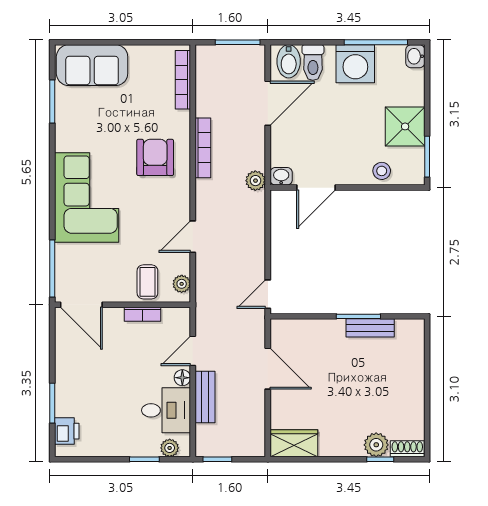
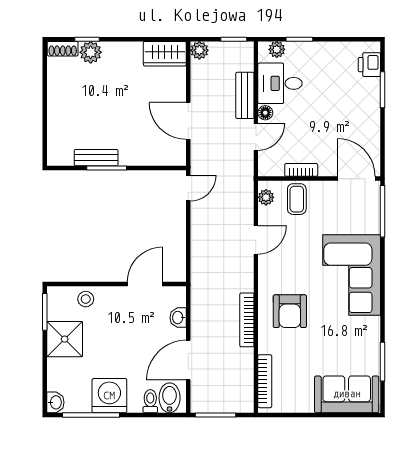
toilet: (313, 63) -> (150, 401), width x0.73, depth x0.72
washbasin: (281, 176) -> (178, 318), moved, turned 90
plant: (255, 181) -> (199, 50), moved

